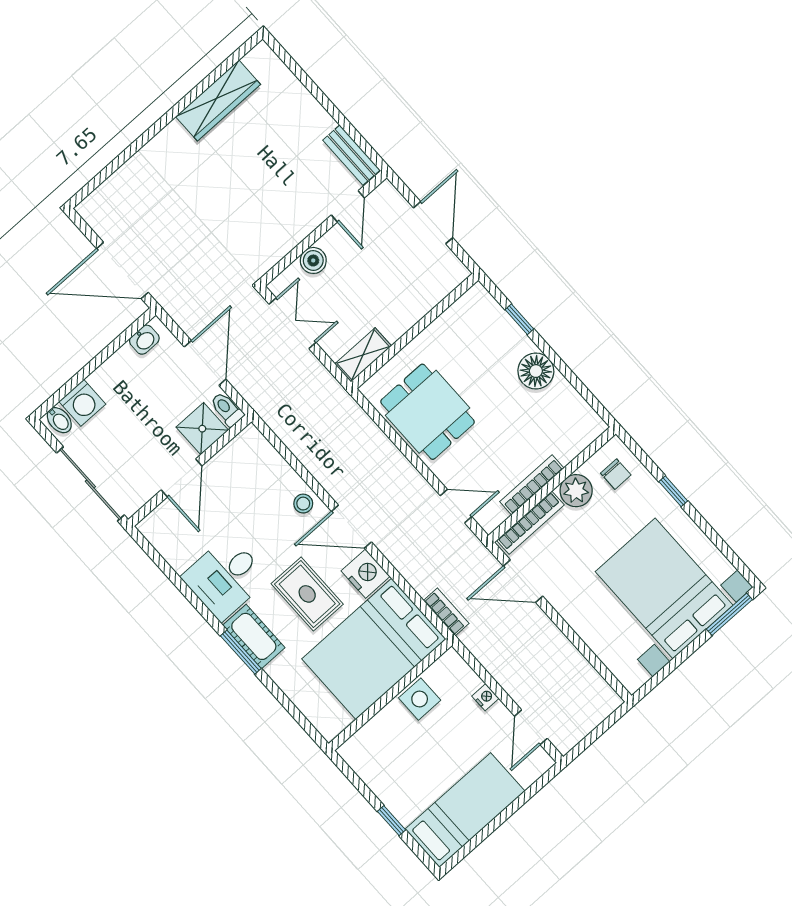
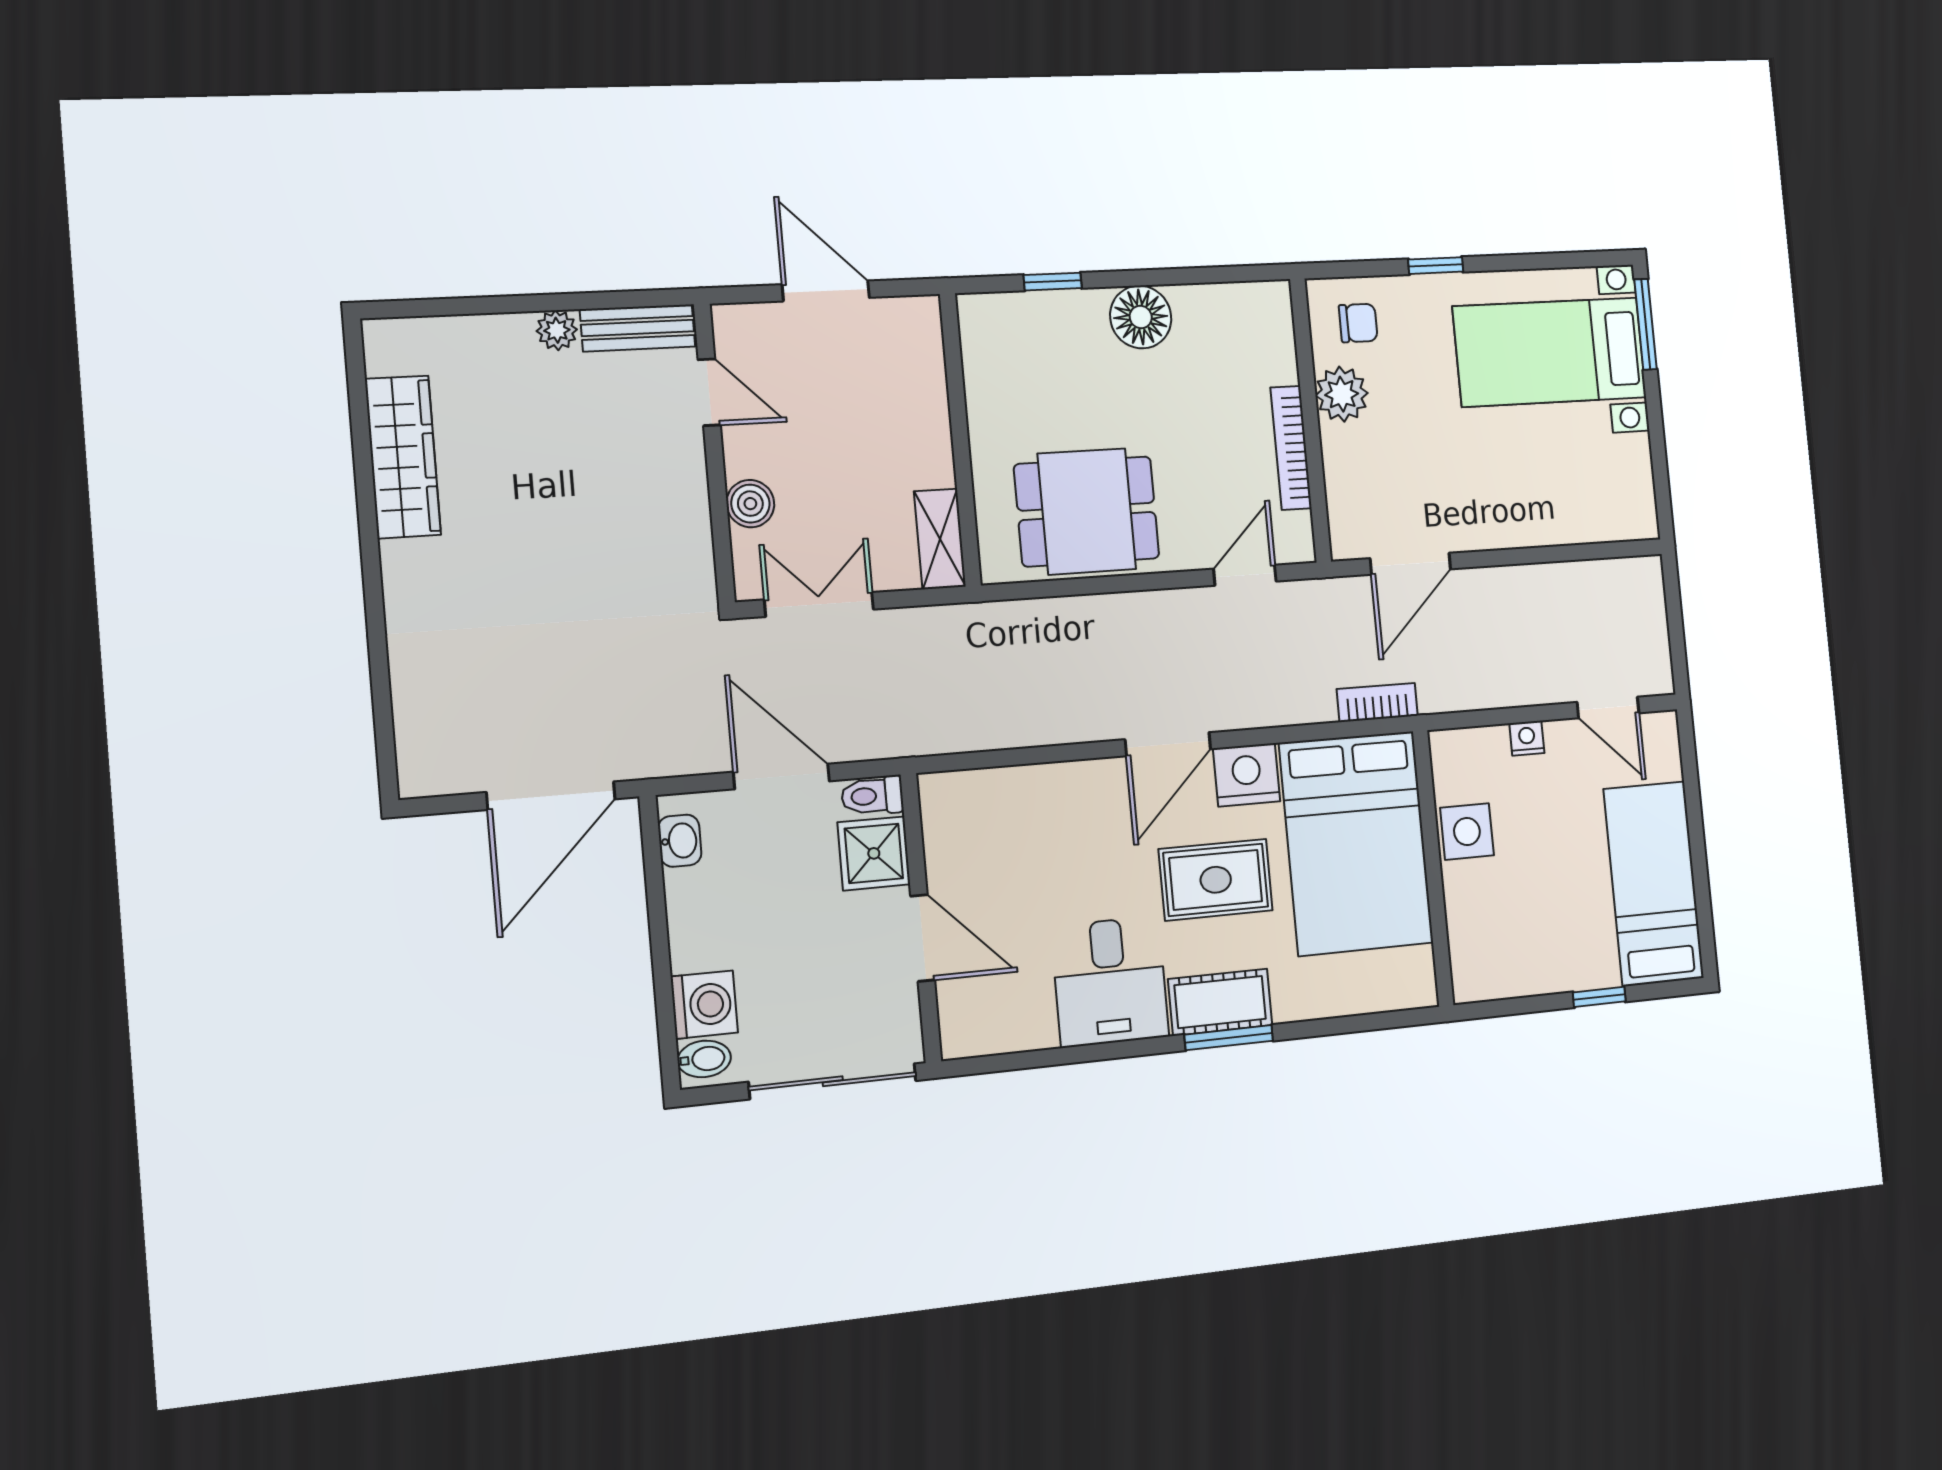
plant: (323, 122) -> (557, 330), added
stool: (303, 504) -> (1087, 788), removed
bookcase: (530, 523) -> (1340, 491), removed
bed with nightstands: (664, 588) -> (1550, 352), width x0.73

